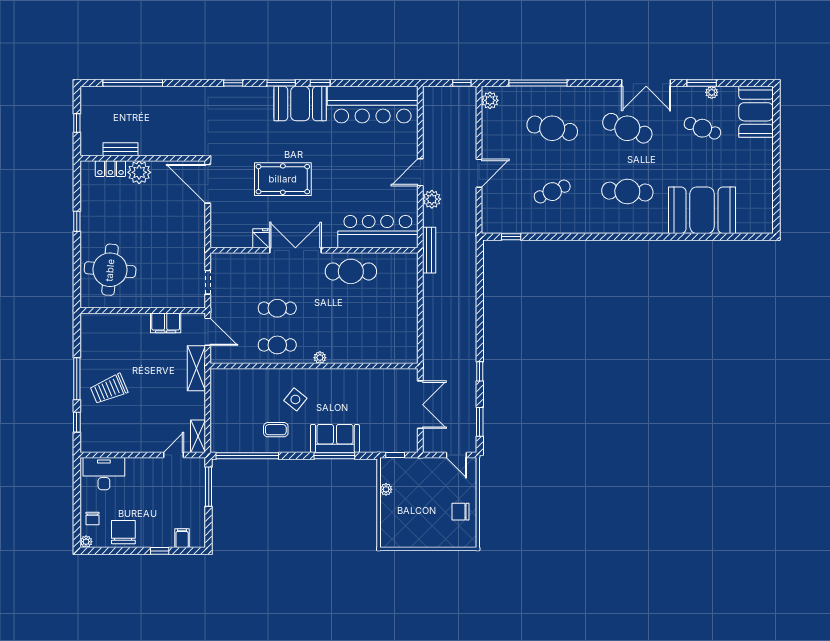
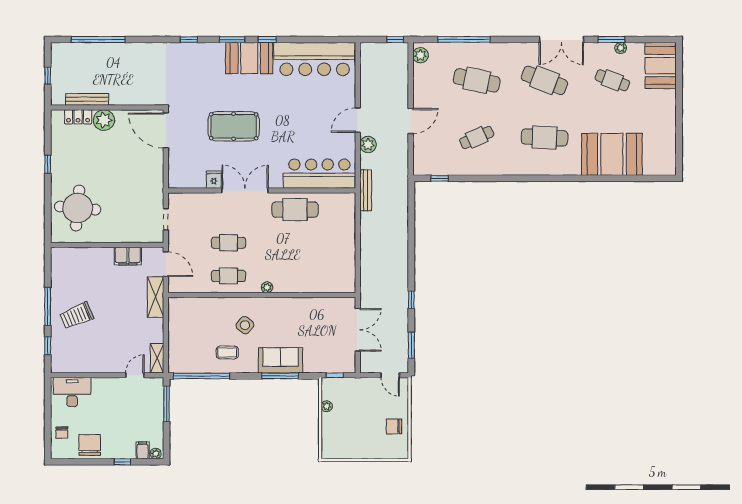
bench: (120, 149) -> (87, 99), width x1.36
plant: (86, 542) -> (156, 454), moved

